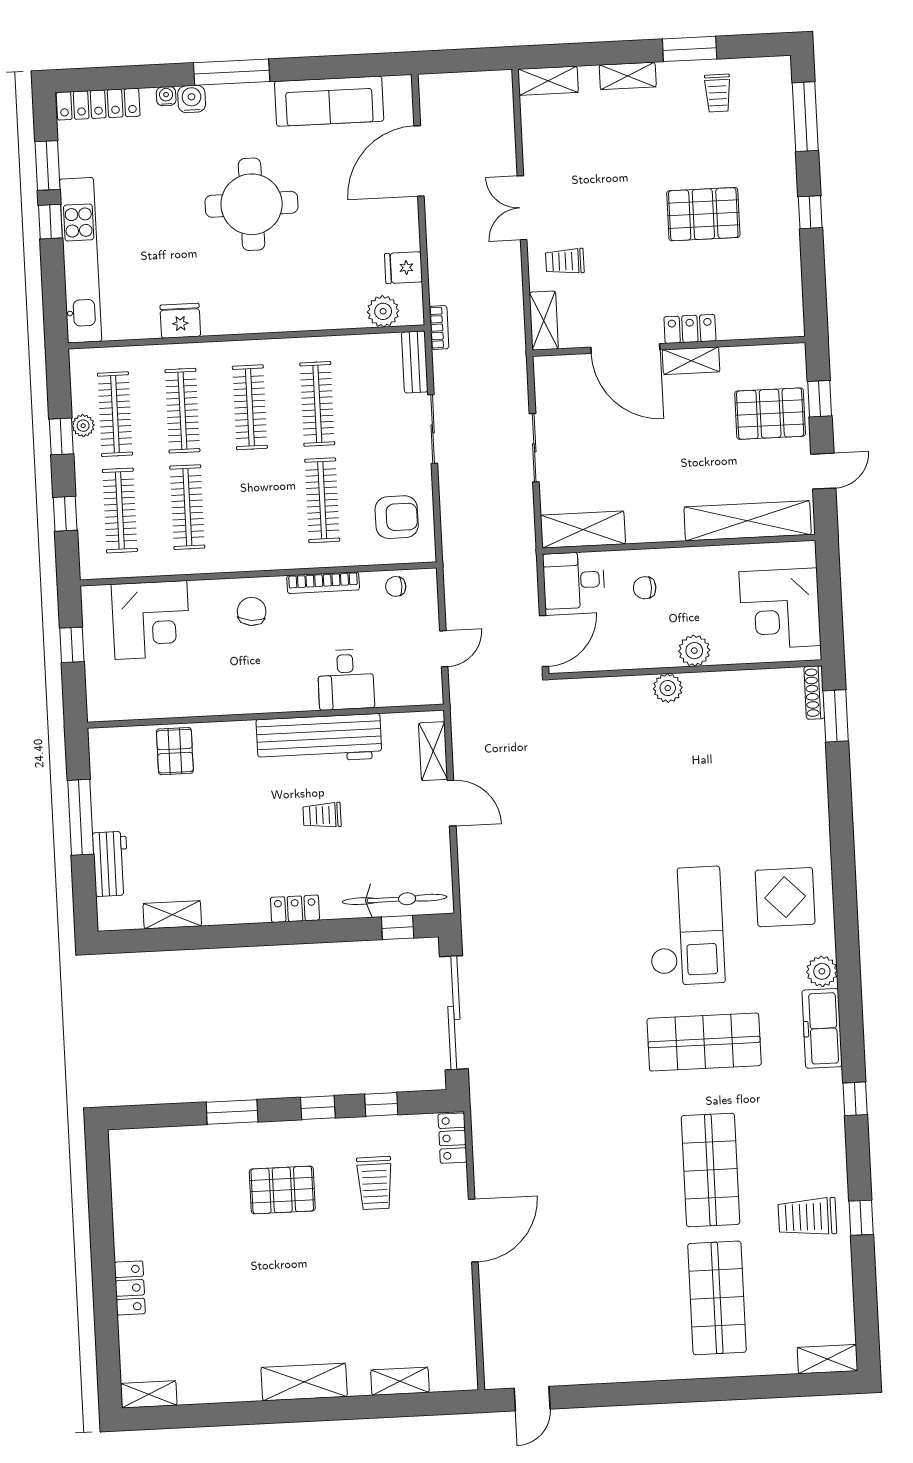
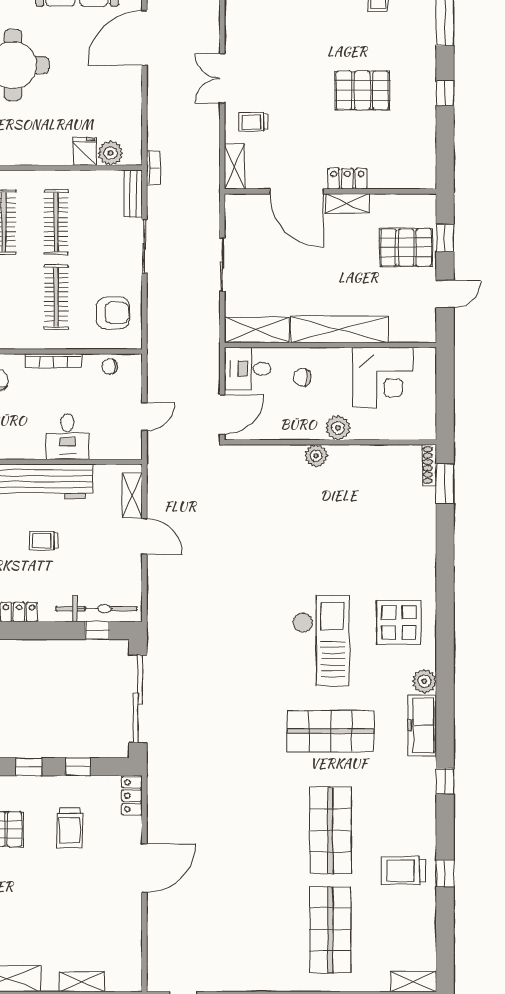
fridge: (403, 268) -> (85, 151), moved, turned 90
shelving: (748, 521) -> (340, 330), moved
corner desk: (780, 609) -> (383, 377), moved, turned -90

